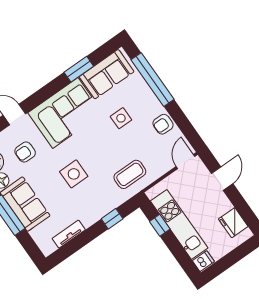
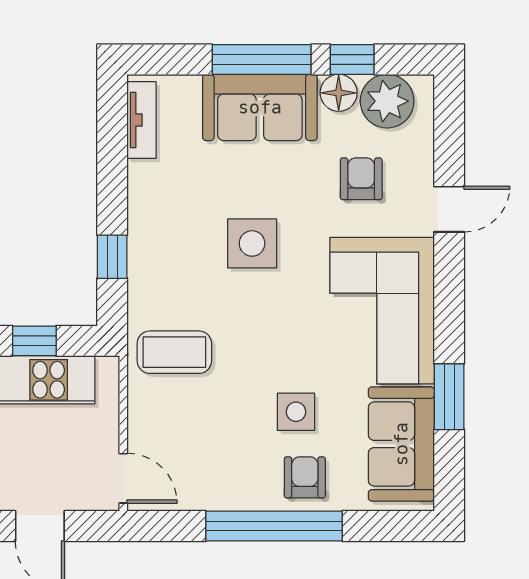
window: (152, 80) -> (274, 526), moved
armchair: (163, 124) -> (305, 477), moved
coffee table: (130, 174) -> (174, 352), turned 90
tv unit: (69, 234) -> (142, 120), moved

